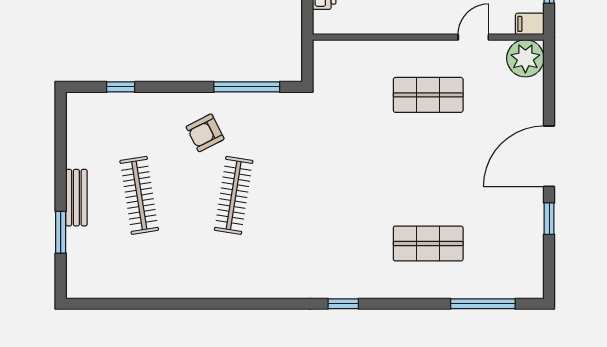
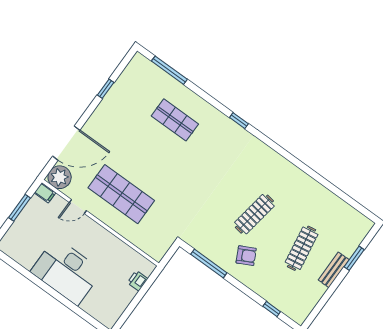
shop shelf: (428, 95) -> (121, 194), width x1.43, depth x1.36
door: (549, 156) -> (66, 143), moved

